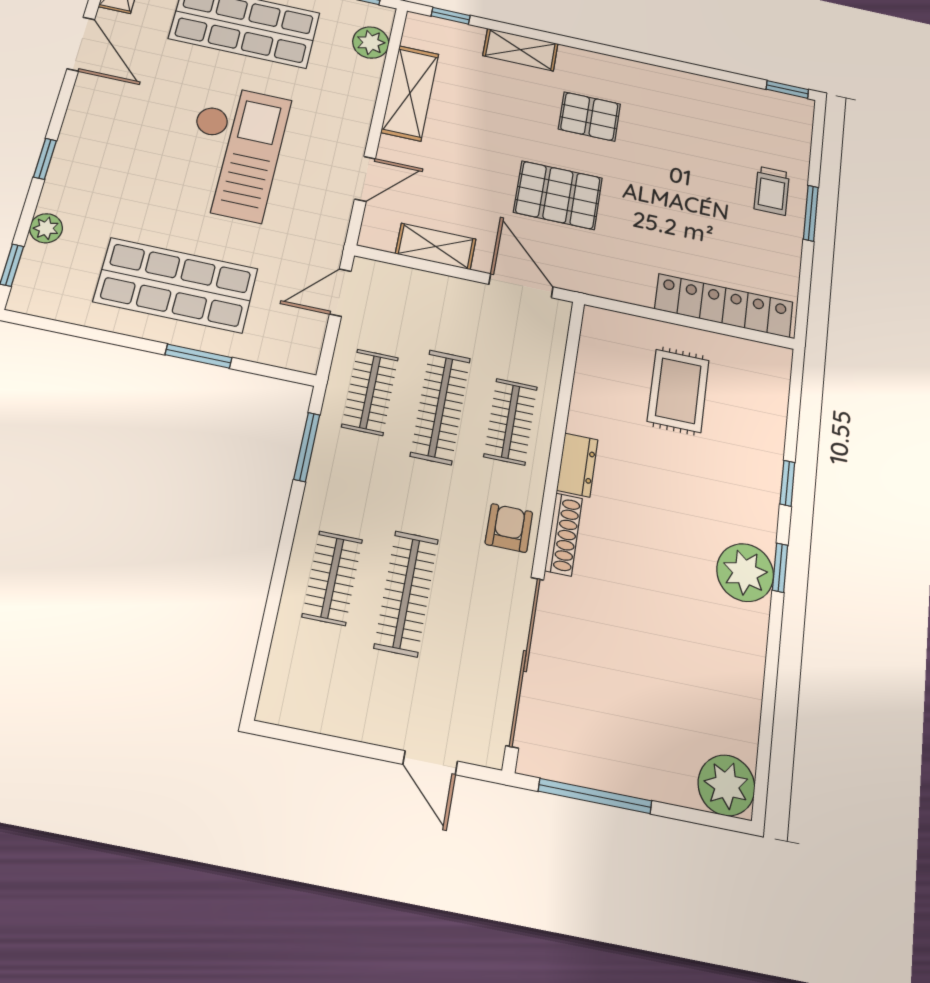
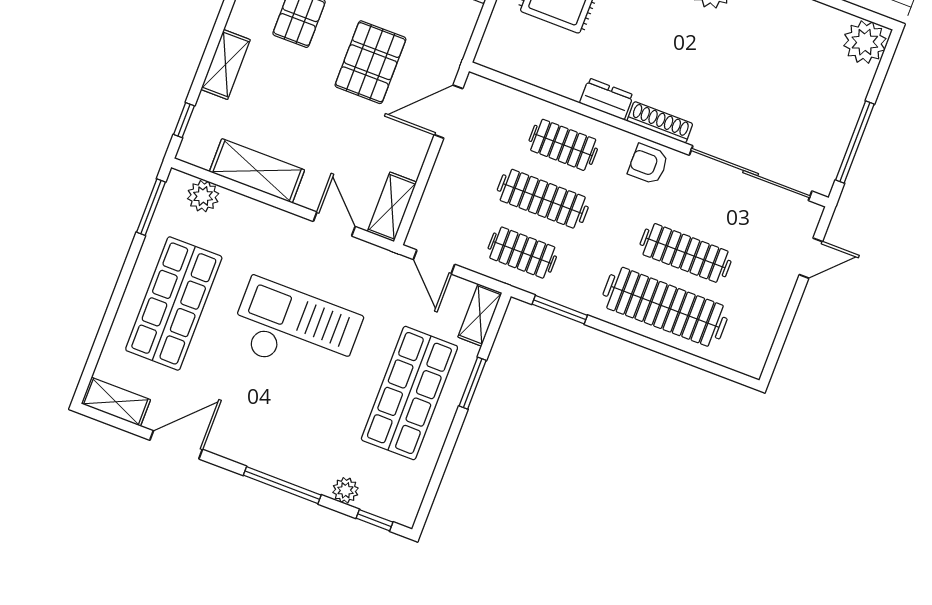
window: (45, 159) -> (282, 485), width x2.17
shelving: (436, 246) -> (392, 207), moved
shelving: (285, 353) -> (480, 315), added
clothes rail: (332, 578) -> (665, 307), width x1.86, depth x1.31

